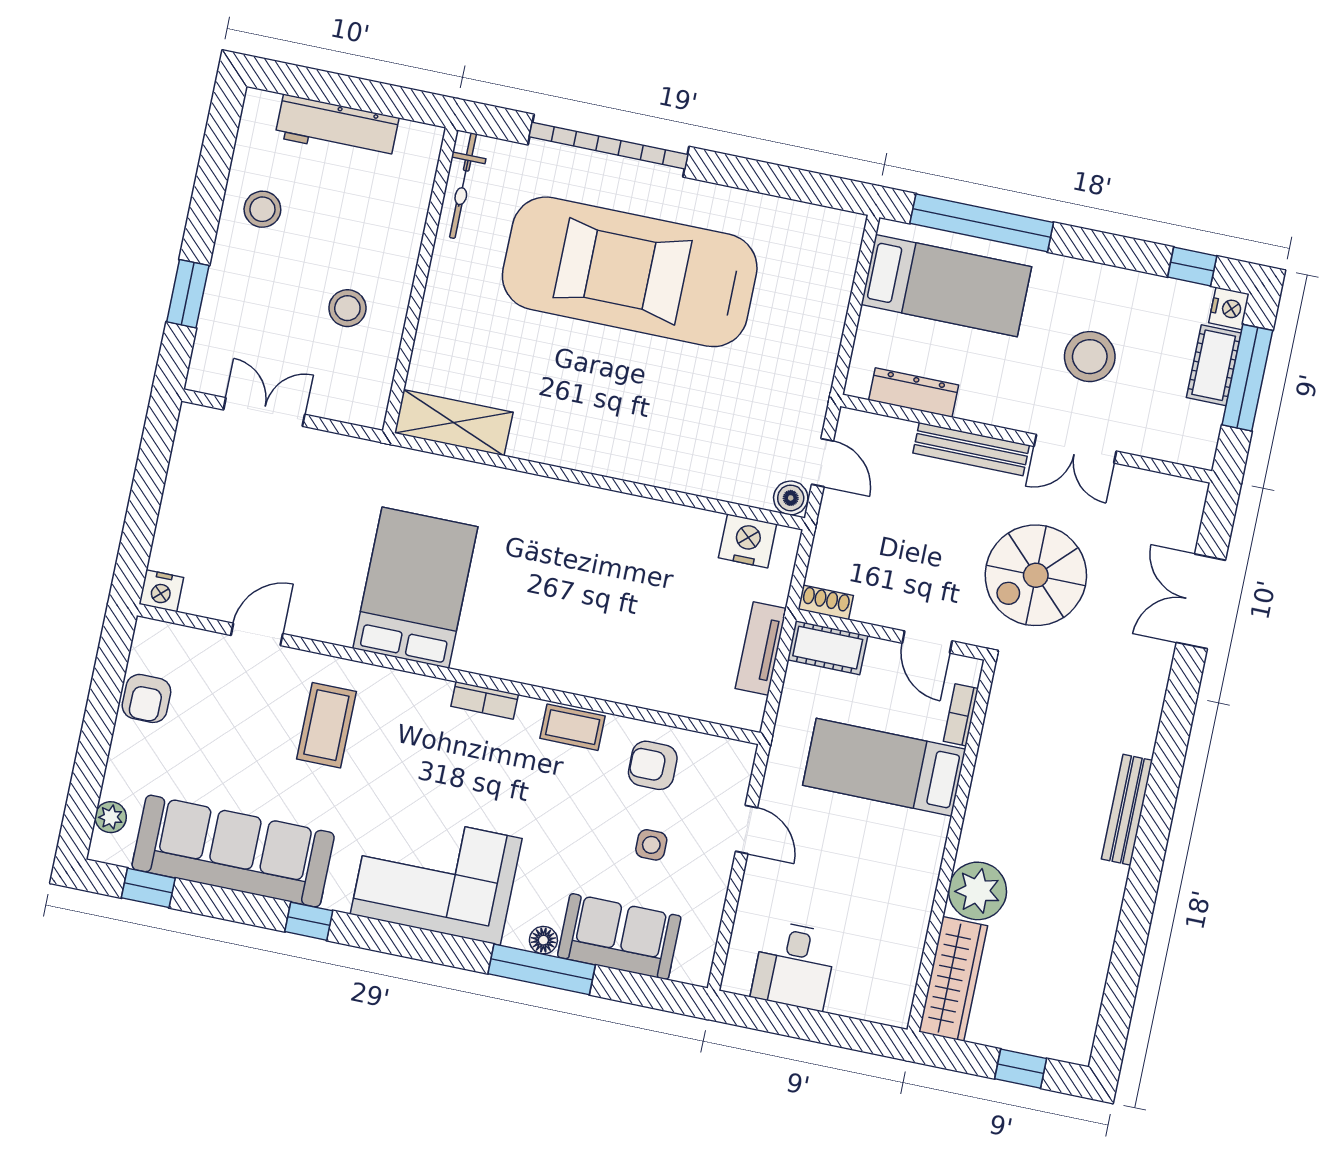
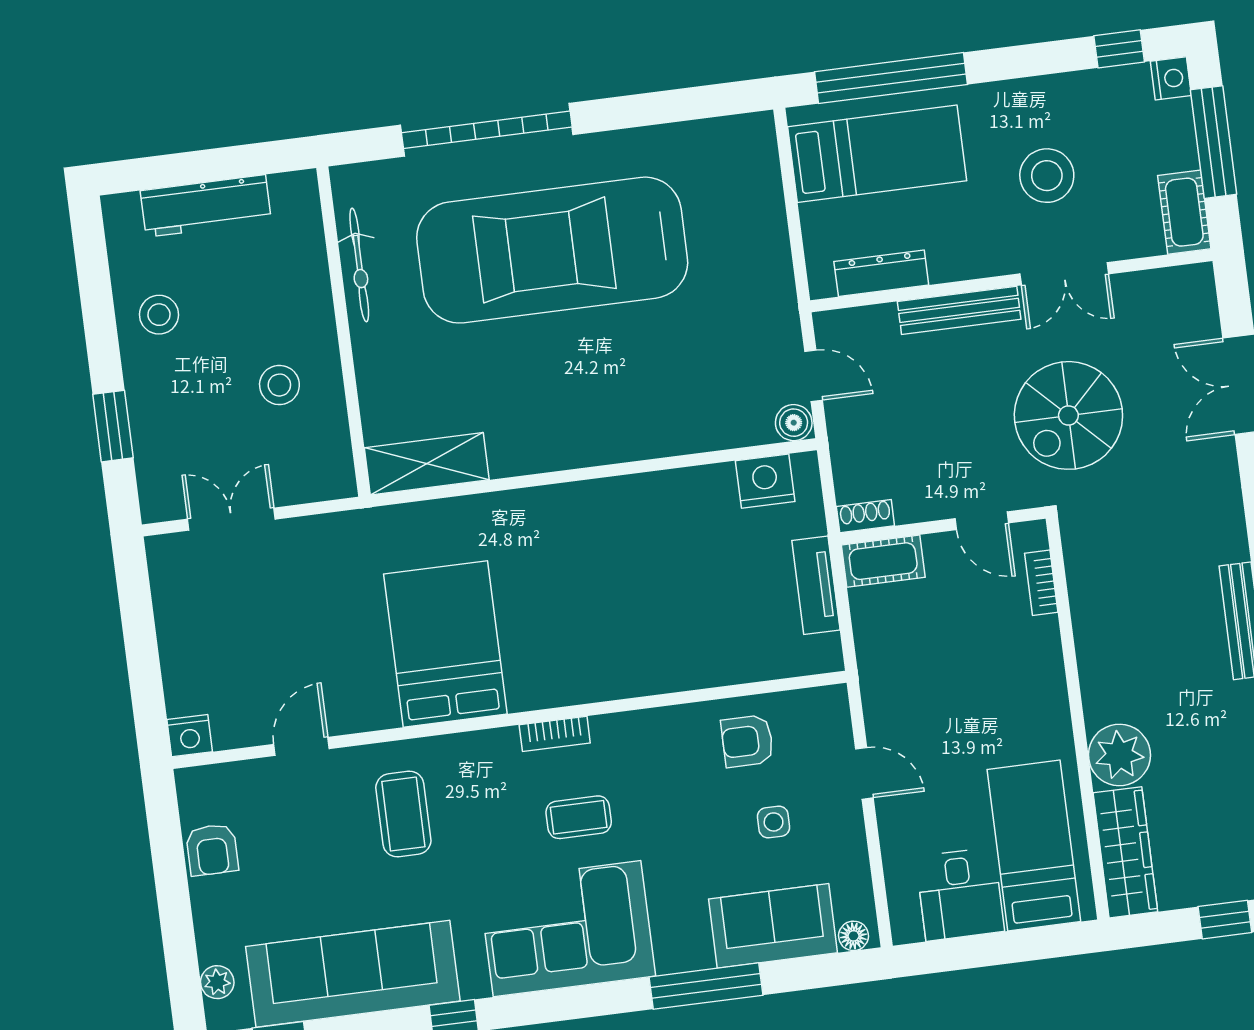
bicycle: (463, 186) -> (359, 265), moved
cot: (1214, 365) -> (1184, 212), moved
coffee table: (573, 727) -> (579, 817), moved
bed: (884, 767) -> (1034, 845), moved, turned 90
floor lamp: (543, 940) -> (854, 936), moved

